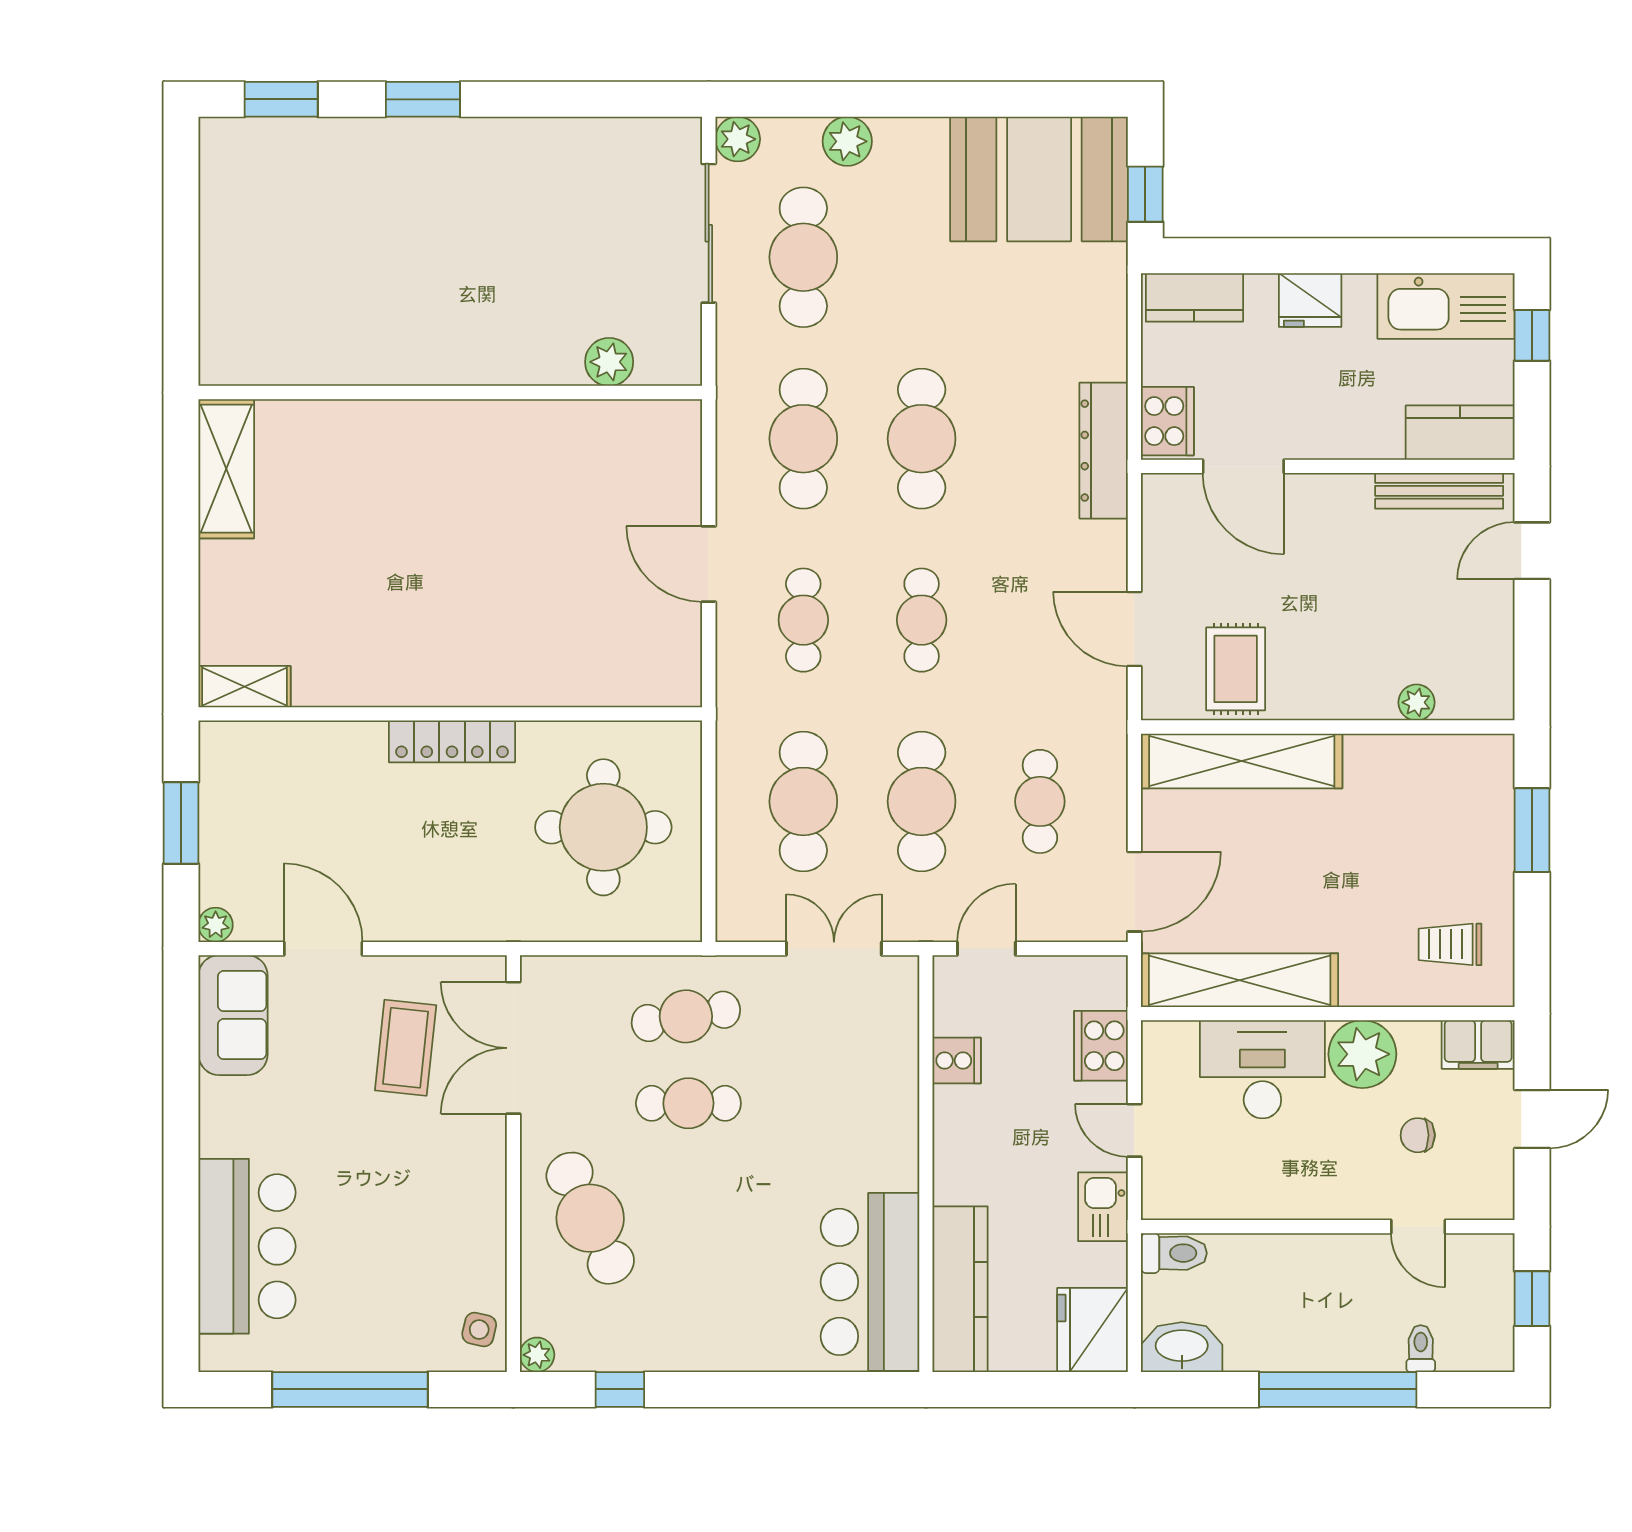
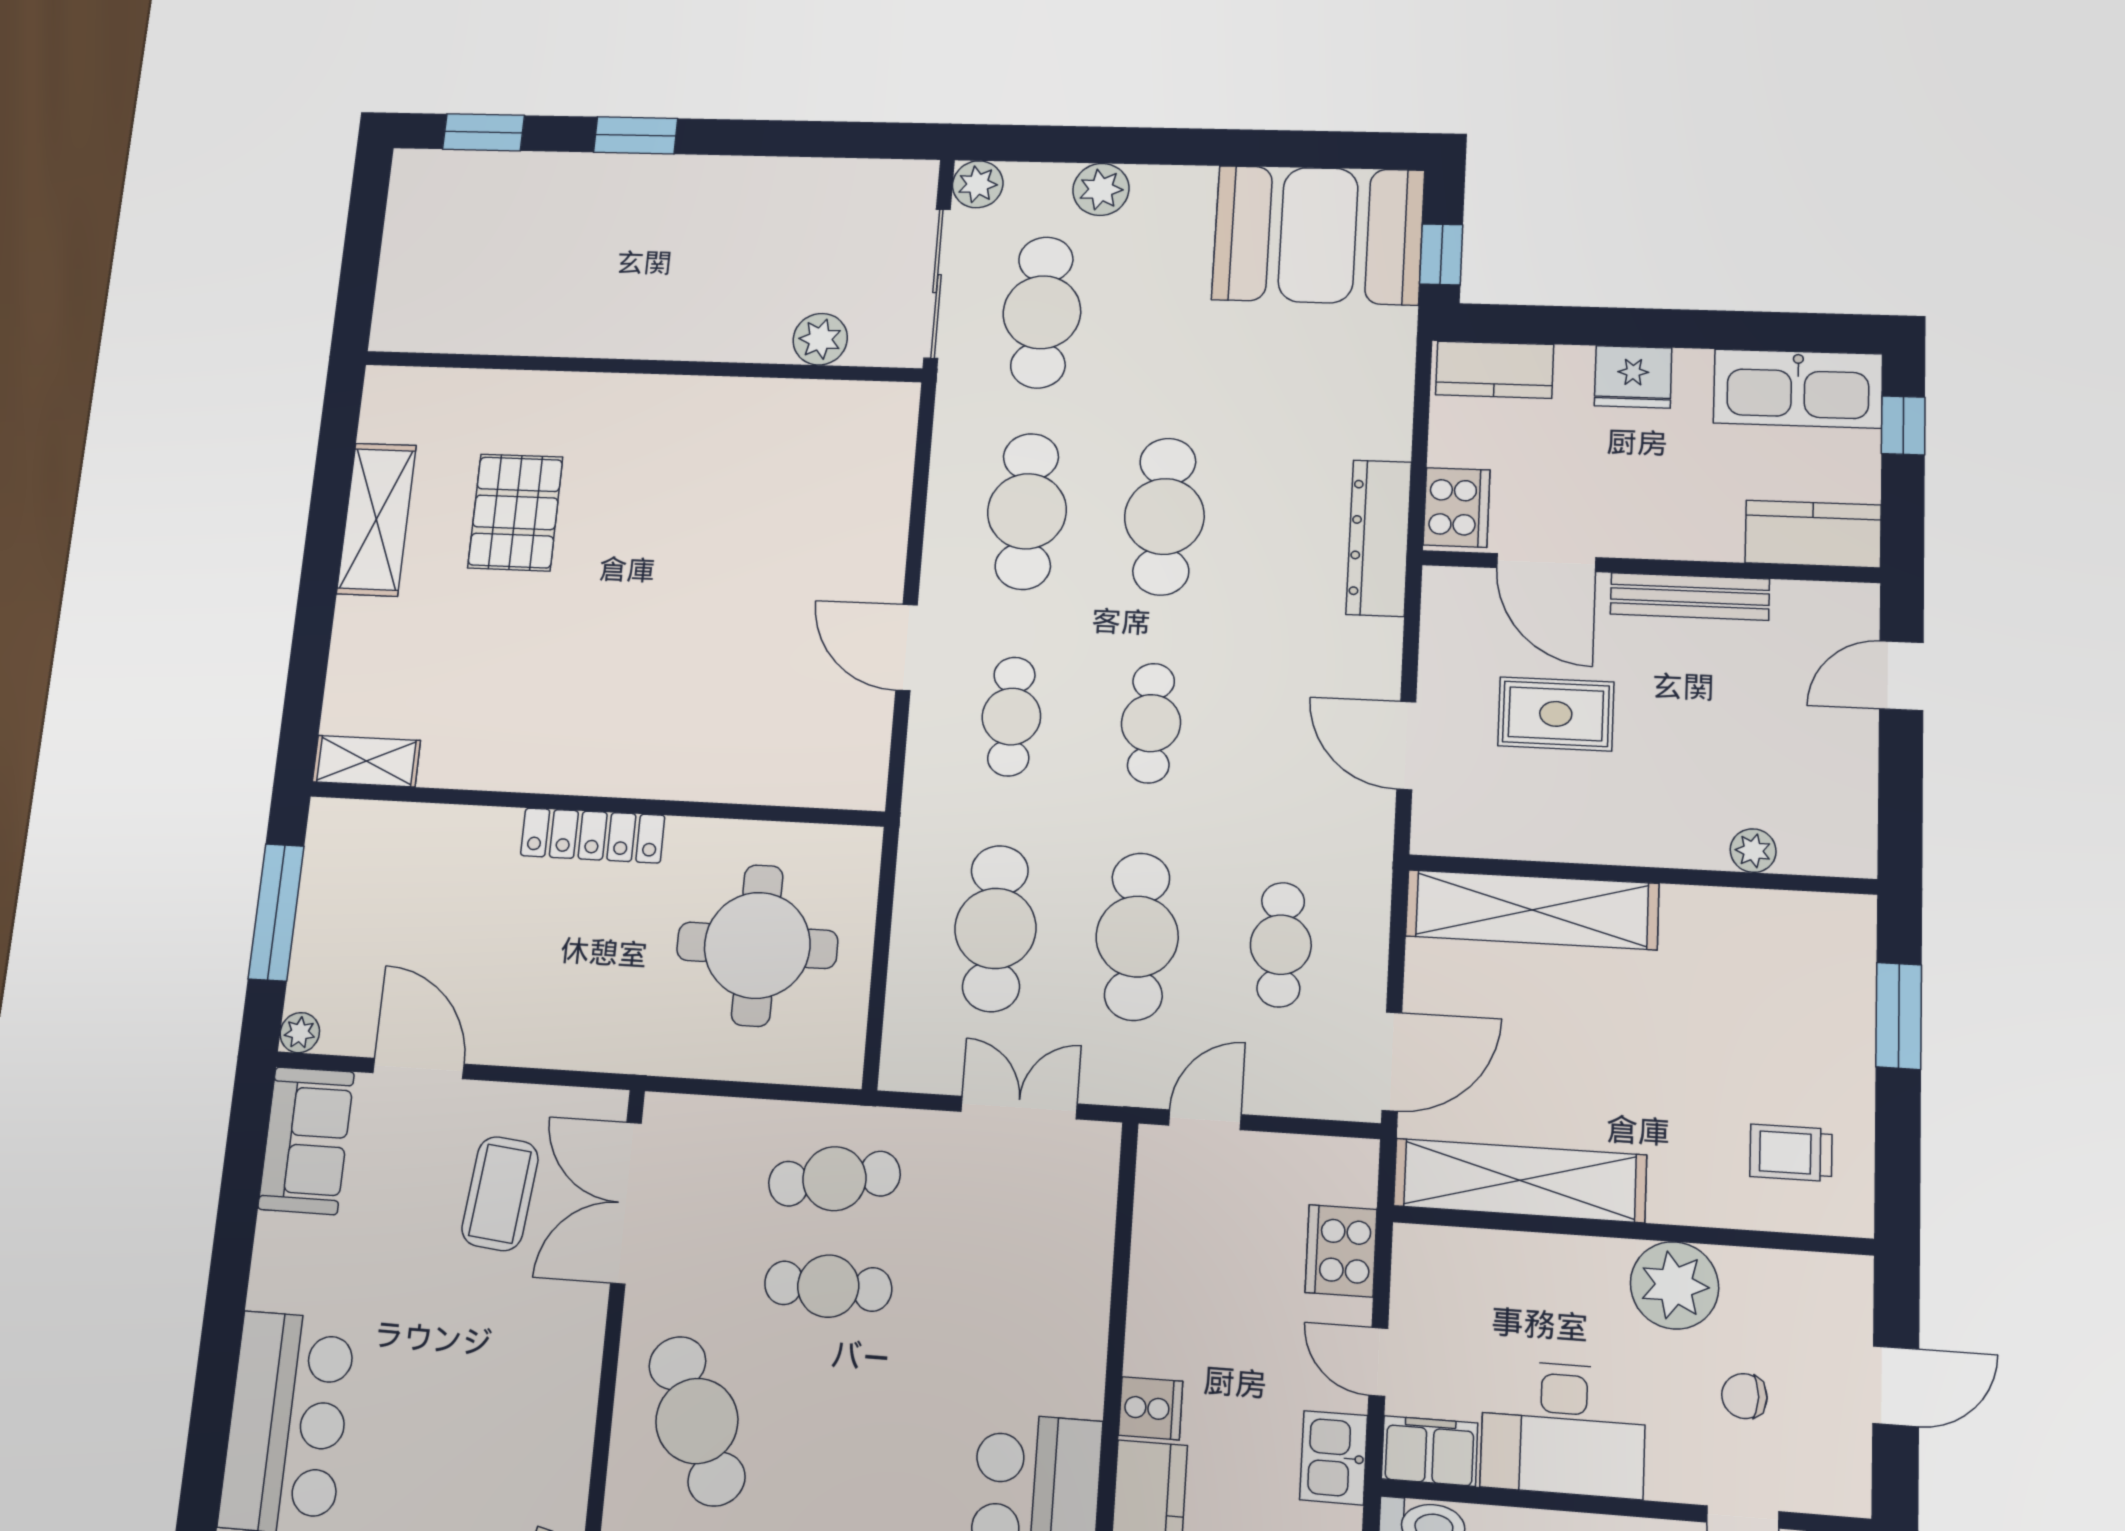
plant: (609, 362) -> (820, 339), moved
wall: (450, 393) -> (641, 367), moved
pallet: (352, 457) -> (515, 512), added
bench: (1439, 491) -> (1690, 597), moved
rug: (1236, 669) -> (1556, 714), moved, turned 90
window: (181, 823) -> (276, 912), width x1.44
filing cabinet: (1478, 1044) -> (1430, 1451), moved, turned 180
cooker: (957, 1060) -> (1151, 1408), moved
desk: (1262, 1069) -> (1563, 1429), moved, turned 180

